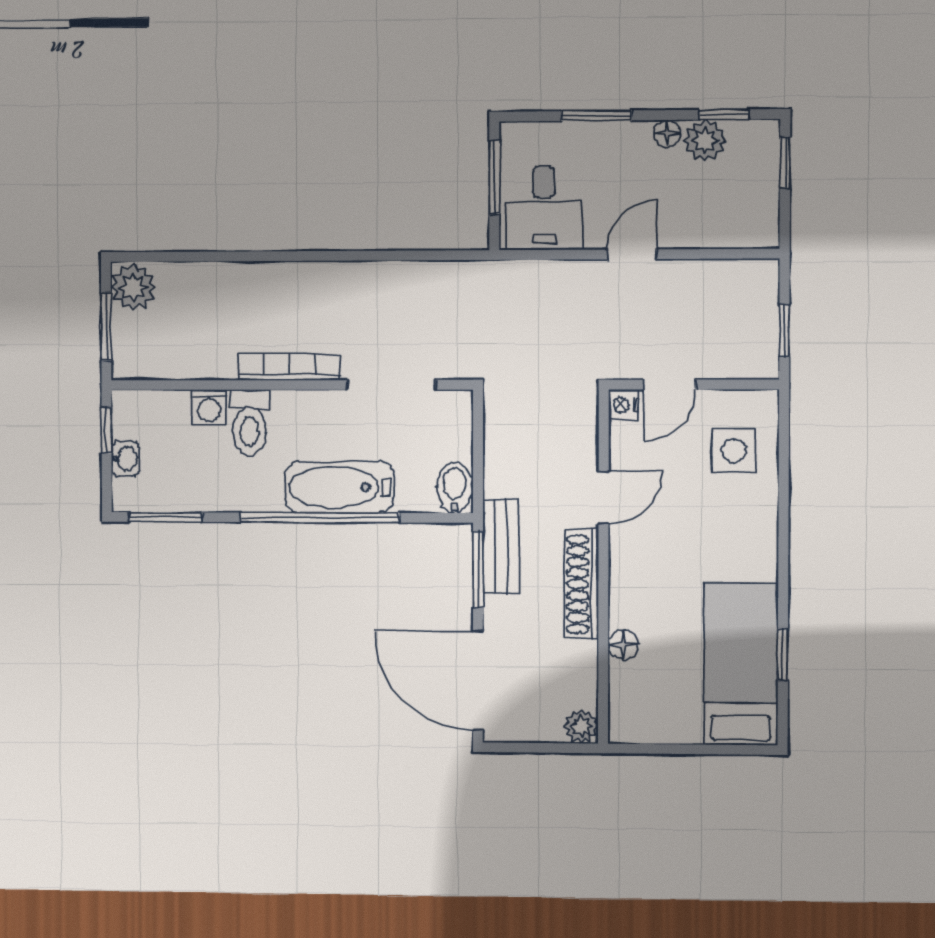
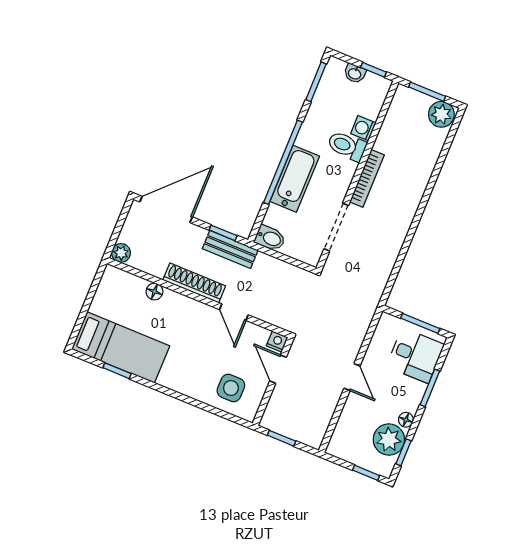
plant: (705, 141) -> (389, 440), width x1.36, depth x1.36
desk: (544, 208) -> (415, 355), moved, turned 180
window: (478, 570) -> (223, 233), width x0.67

